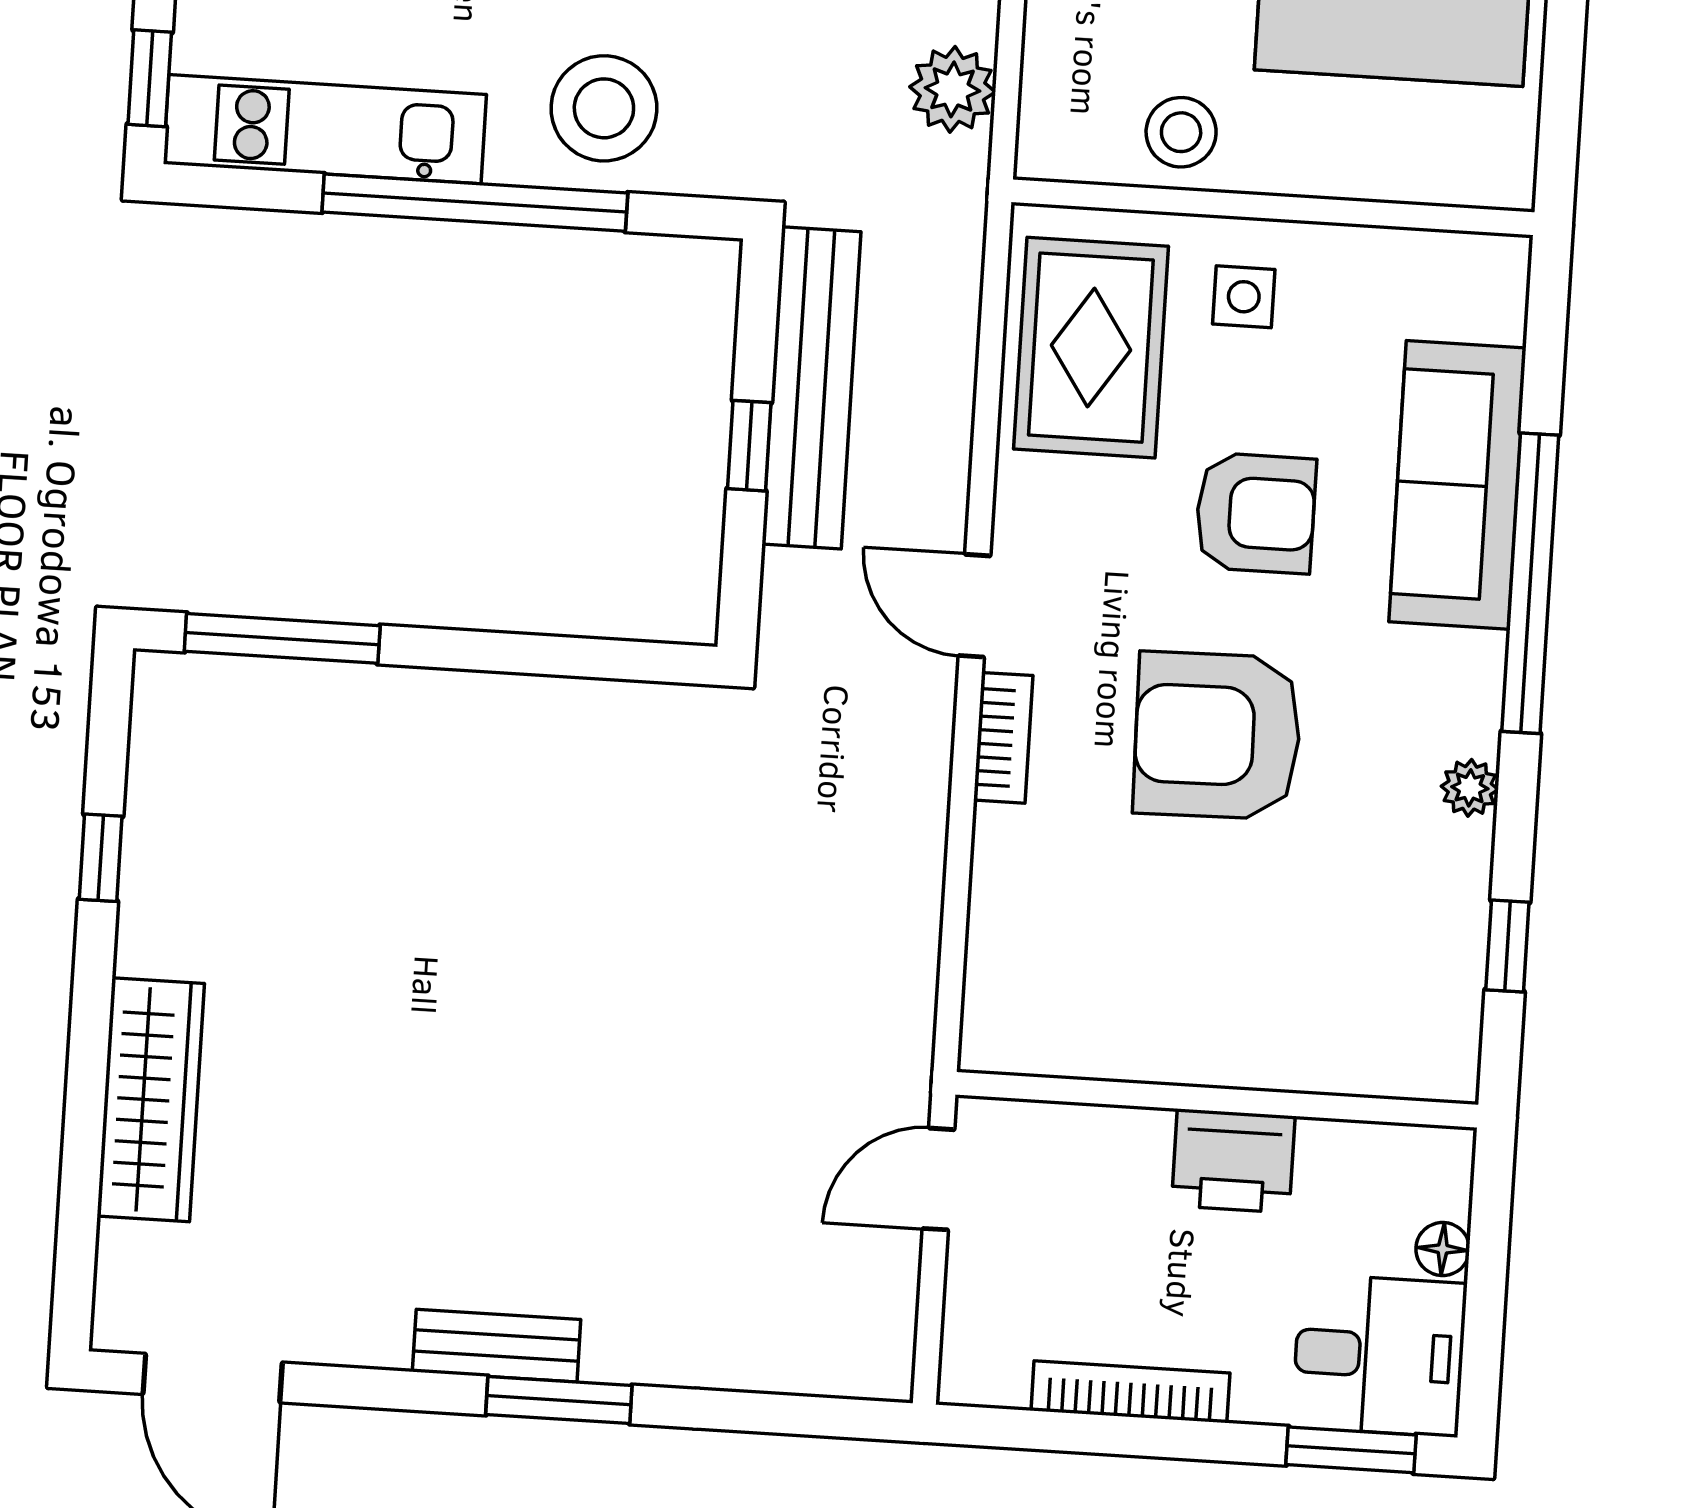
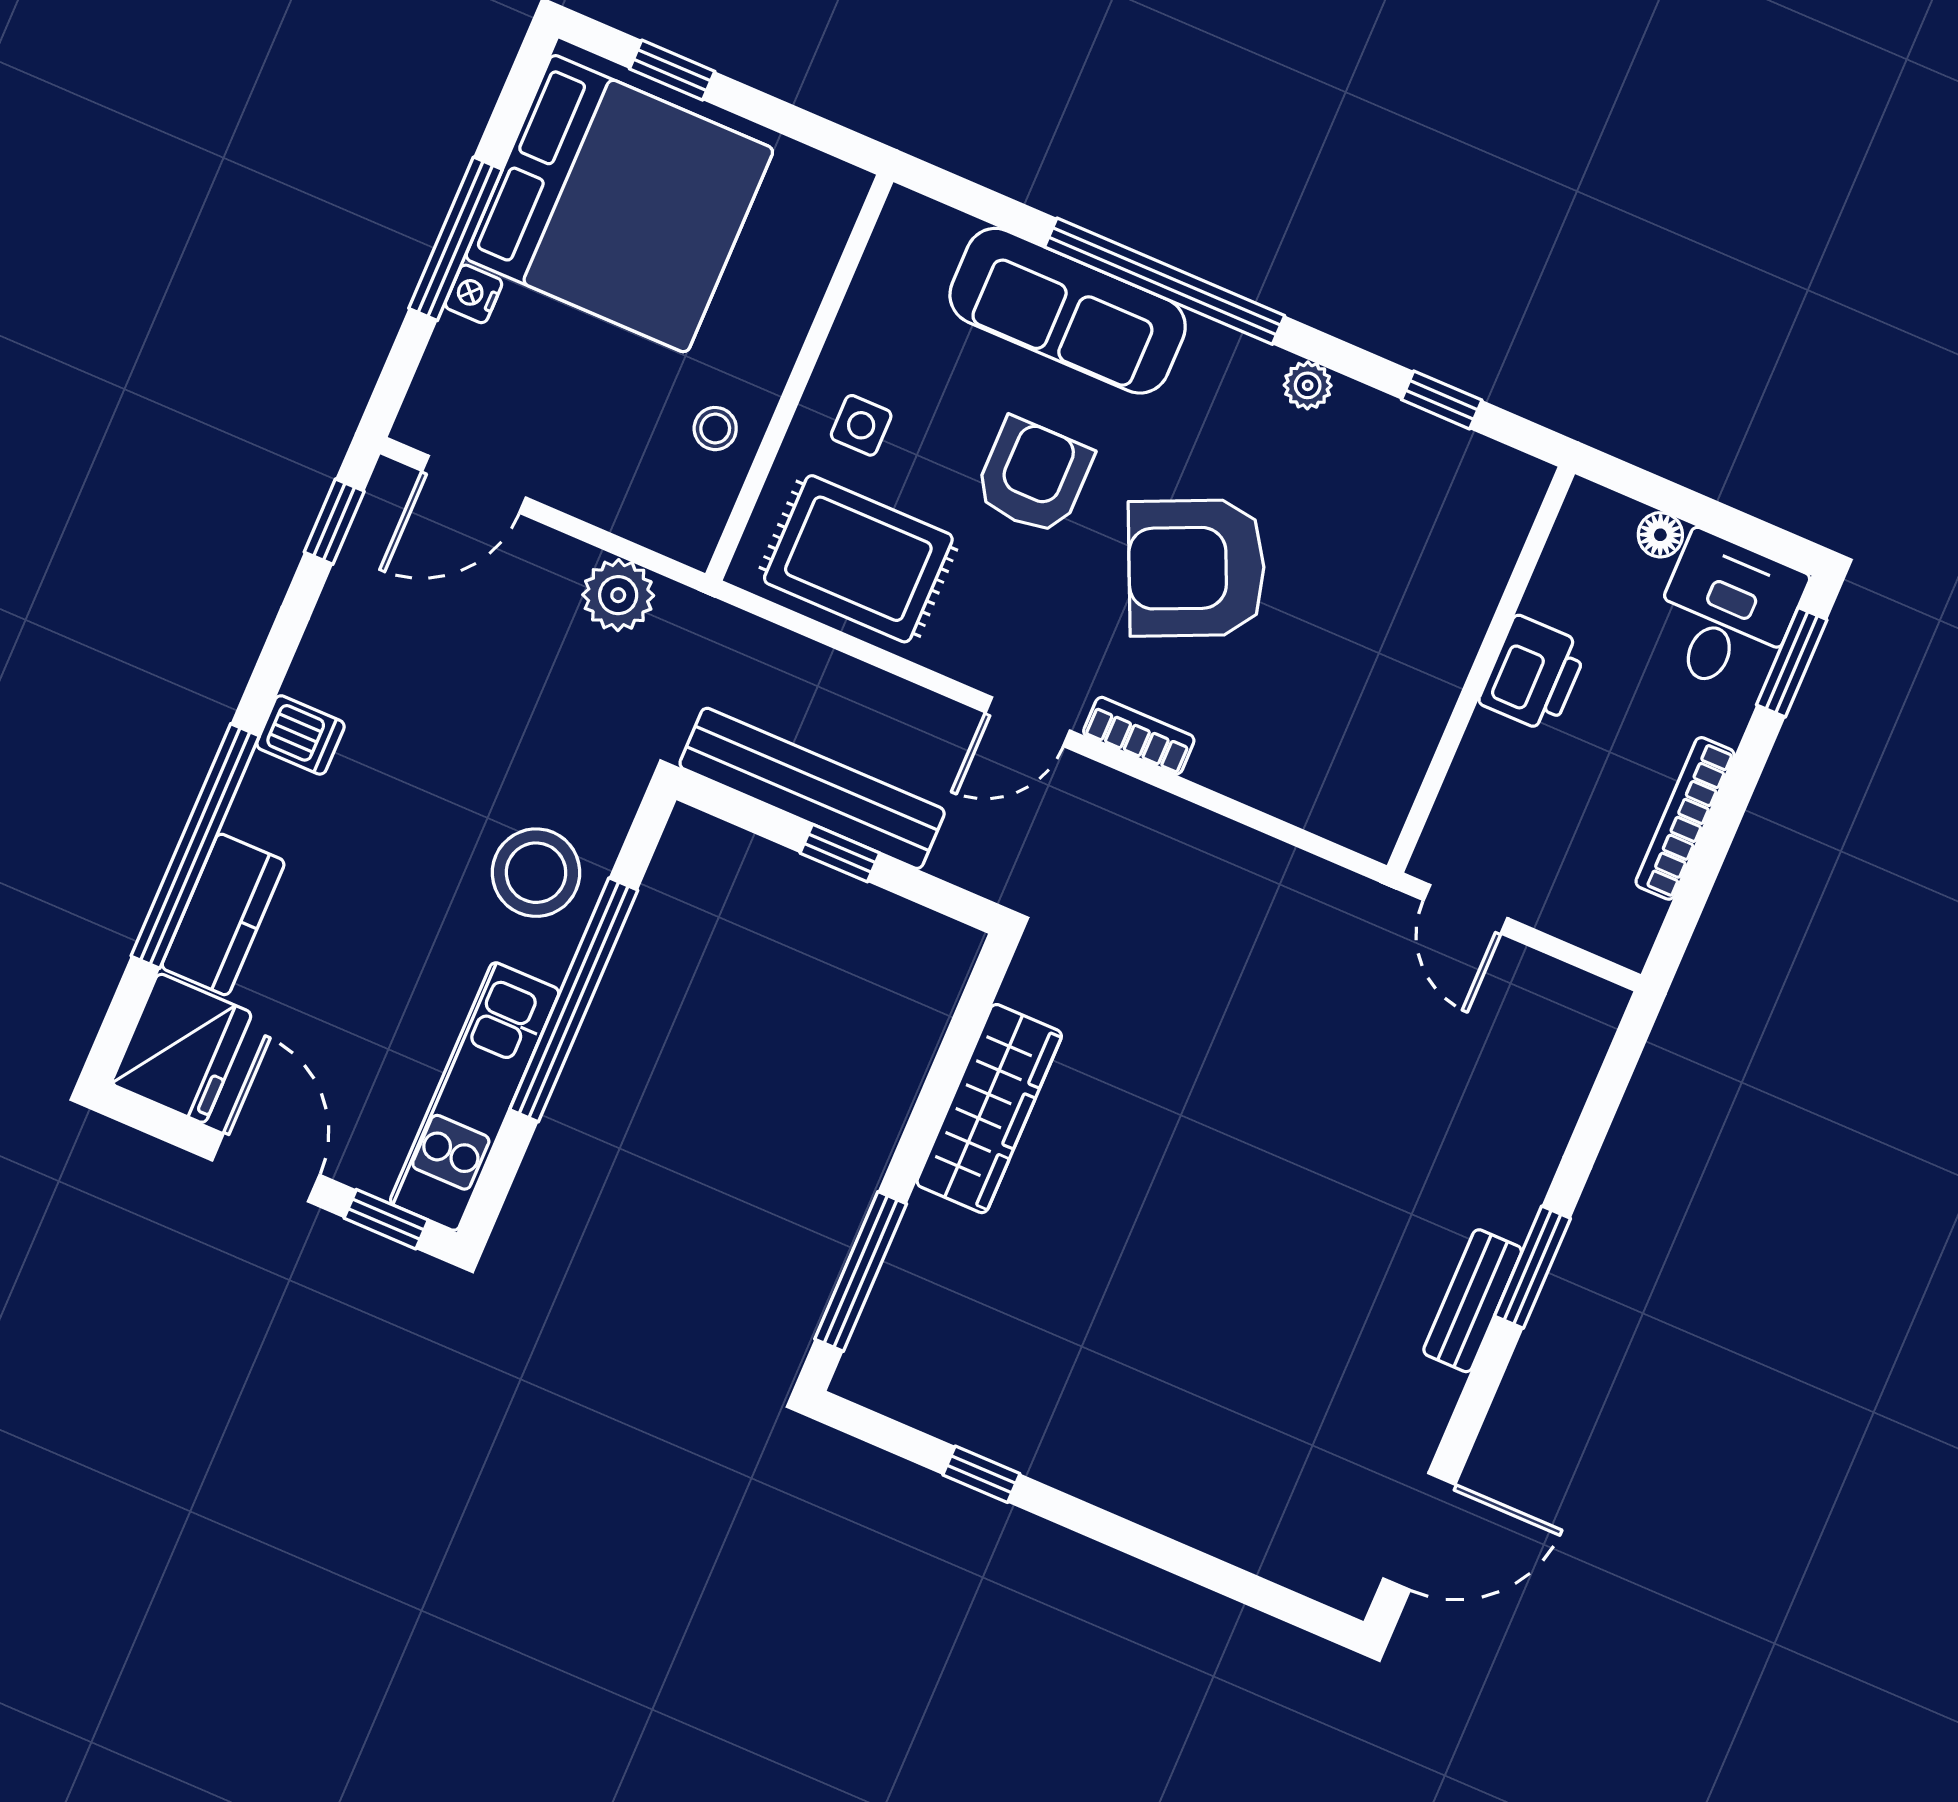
stool: (1181, 132) -> (715, 429), width x0.73, depth x0.73
armchair: (1217, 736) -> (1197, 568), turned 67
wardrobe: (151, 1100) -> (989, 1109), moved, turned 90

